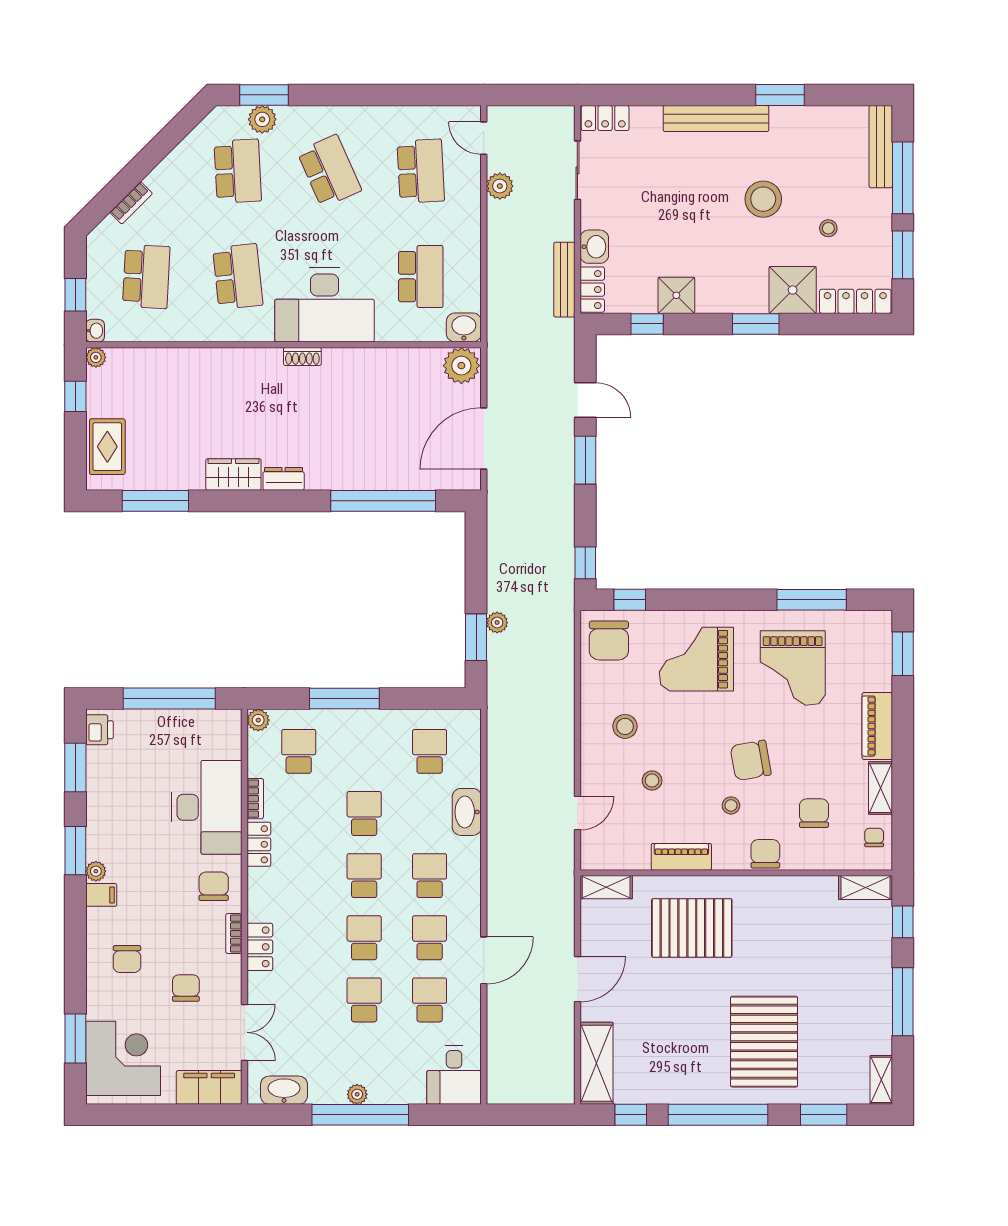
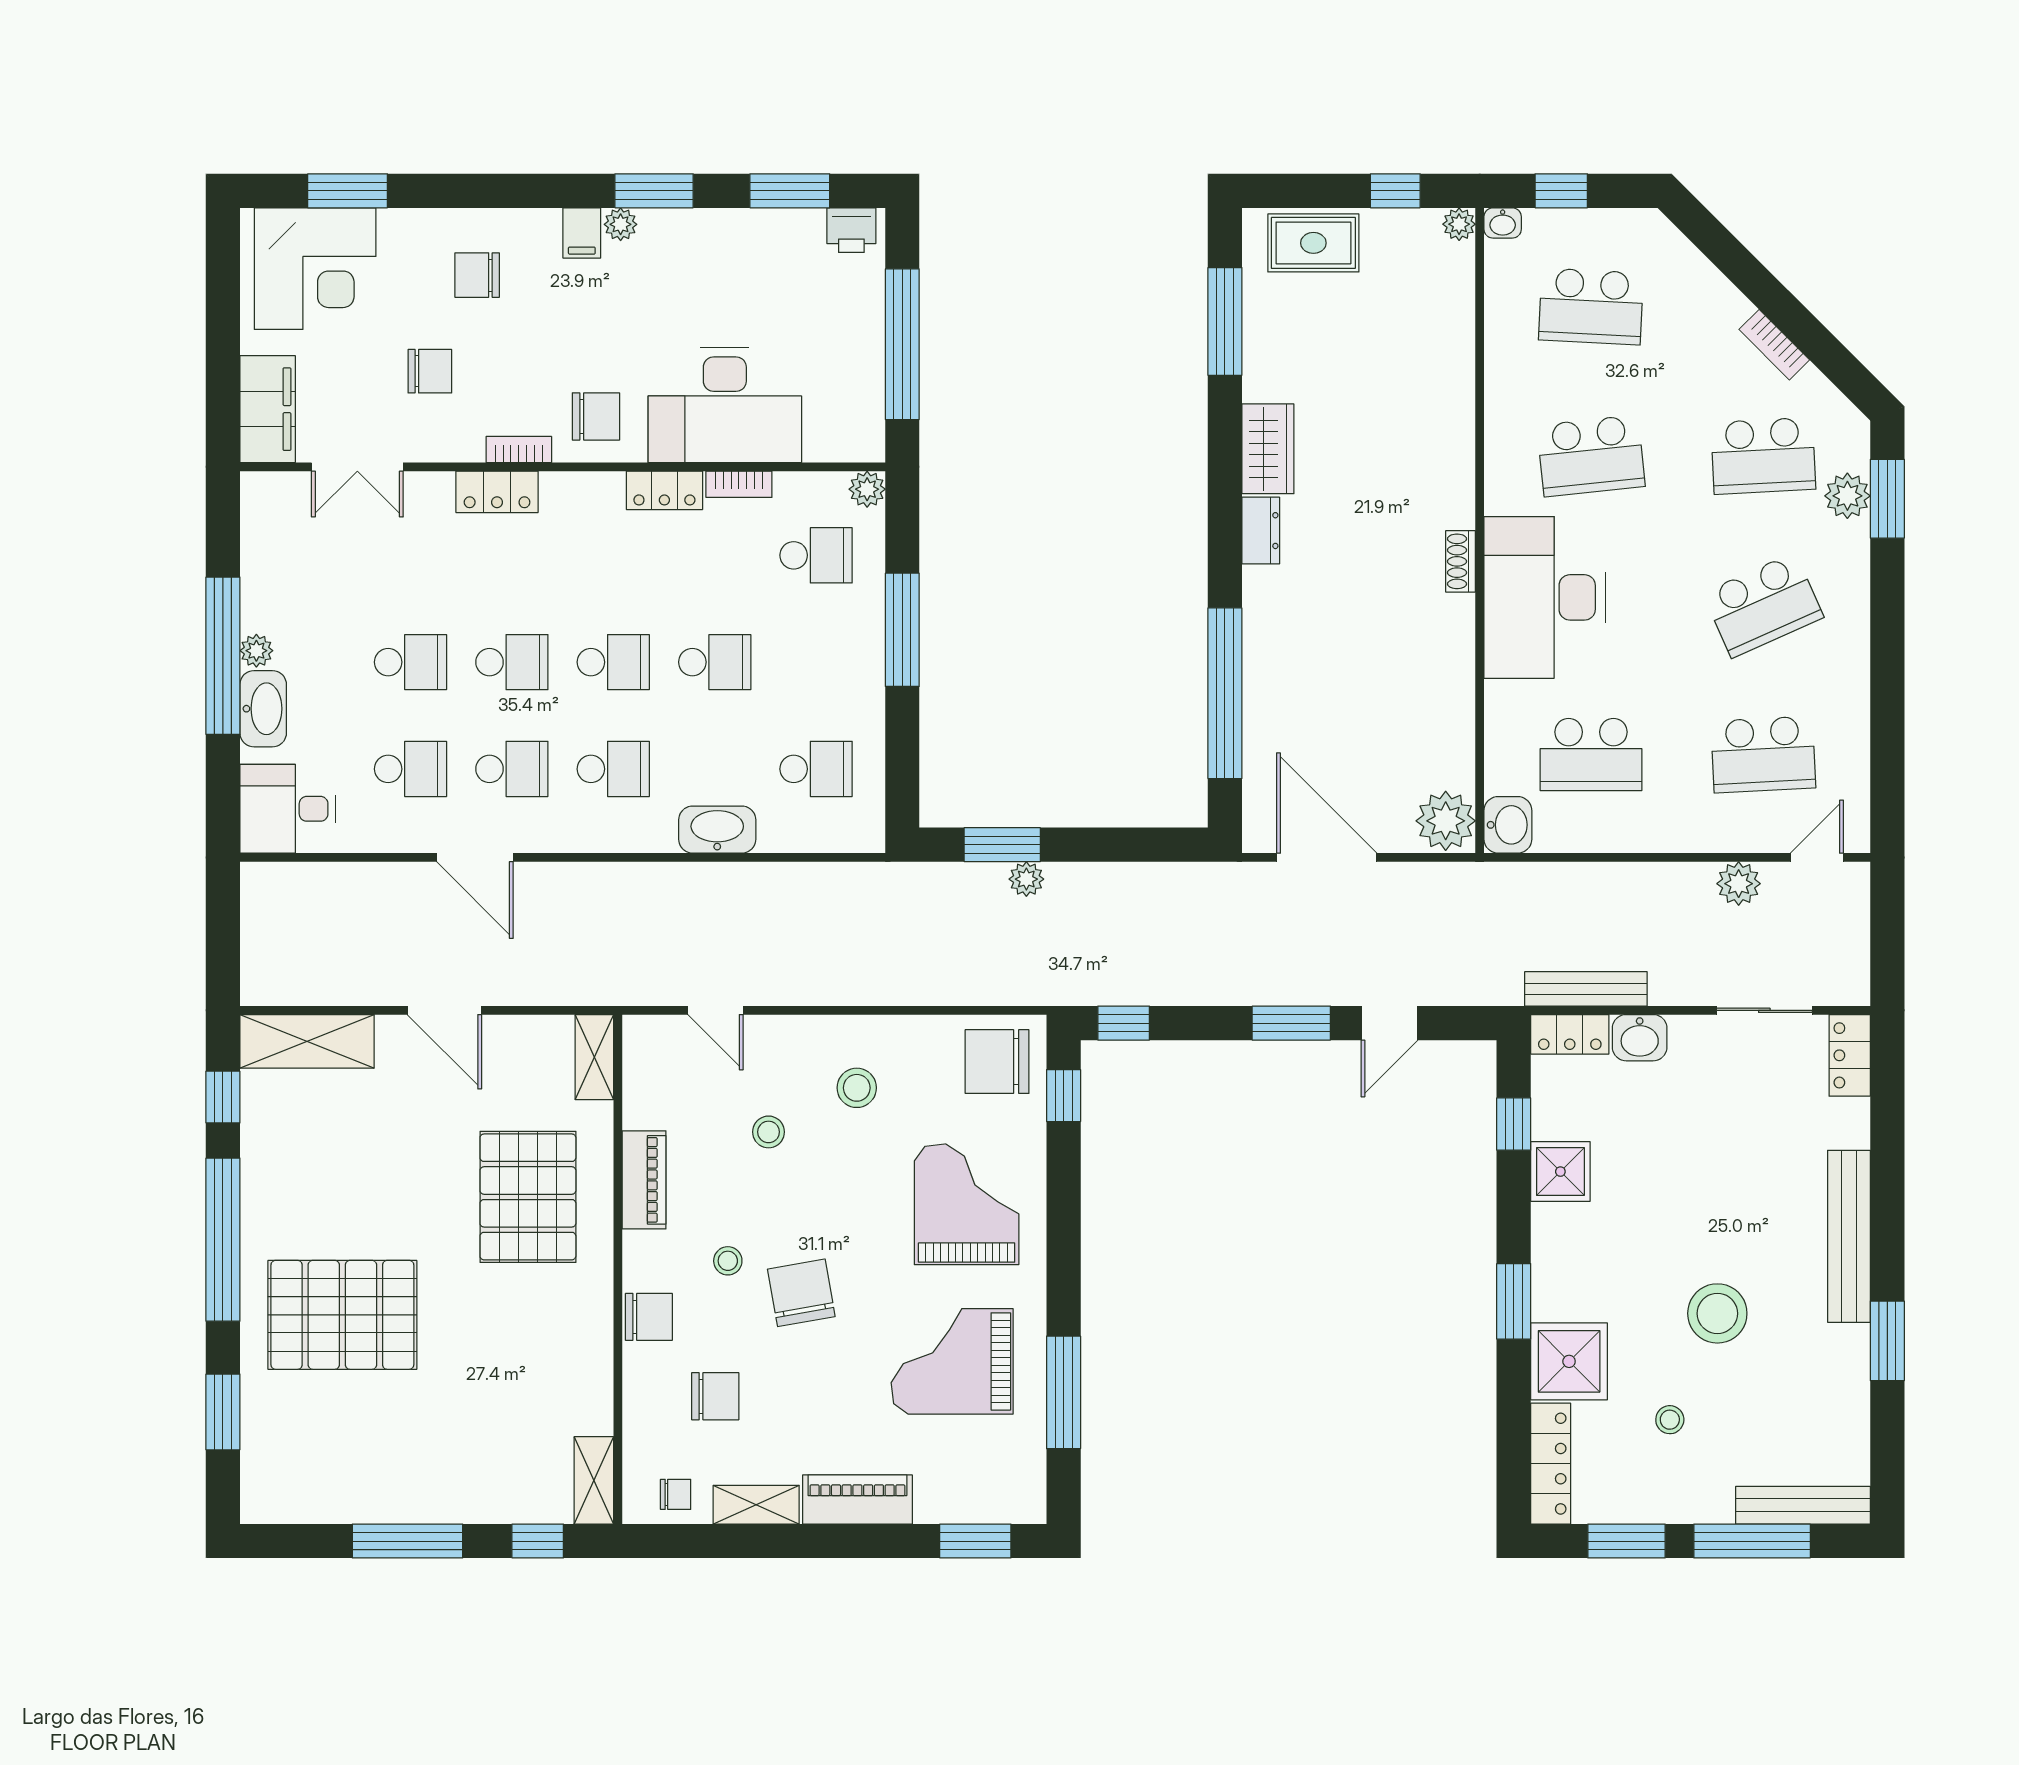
bookcase: (131, 203) -> (1774, 345), moved
shelving: (881, 1080) -> (280, 1506), removed
washbasin: (284, 1090) -> (263, 709), moved

